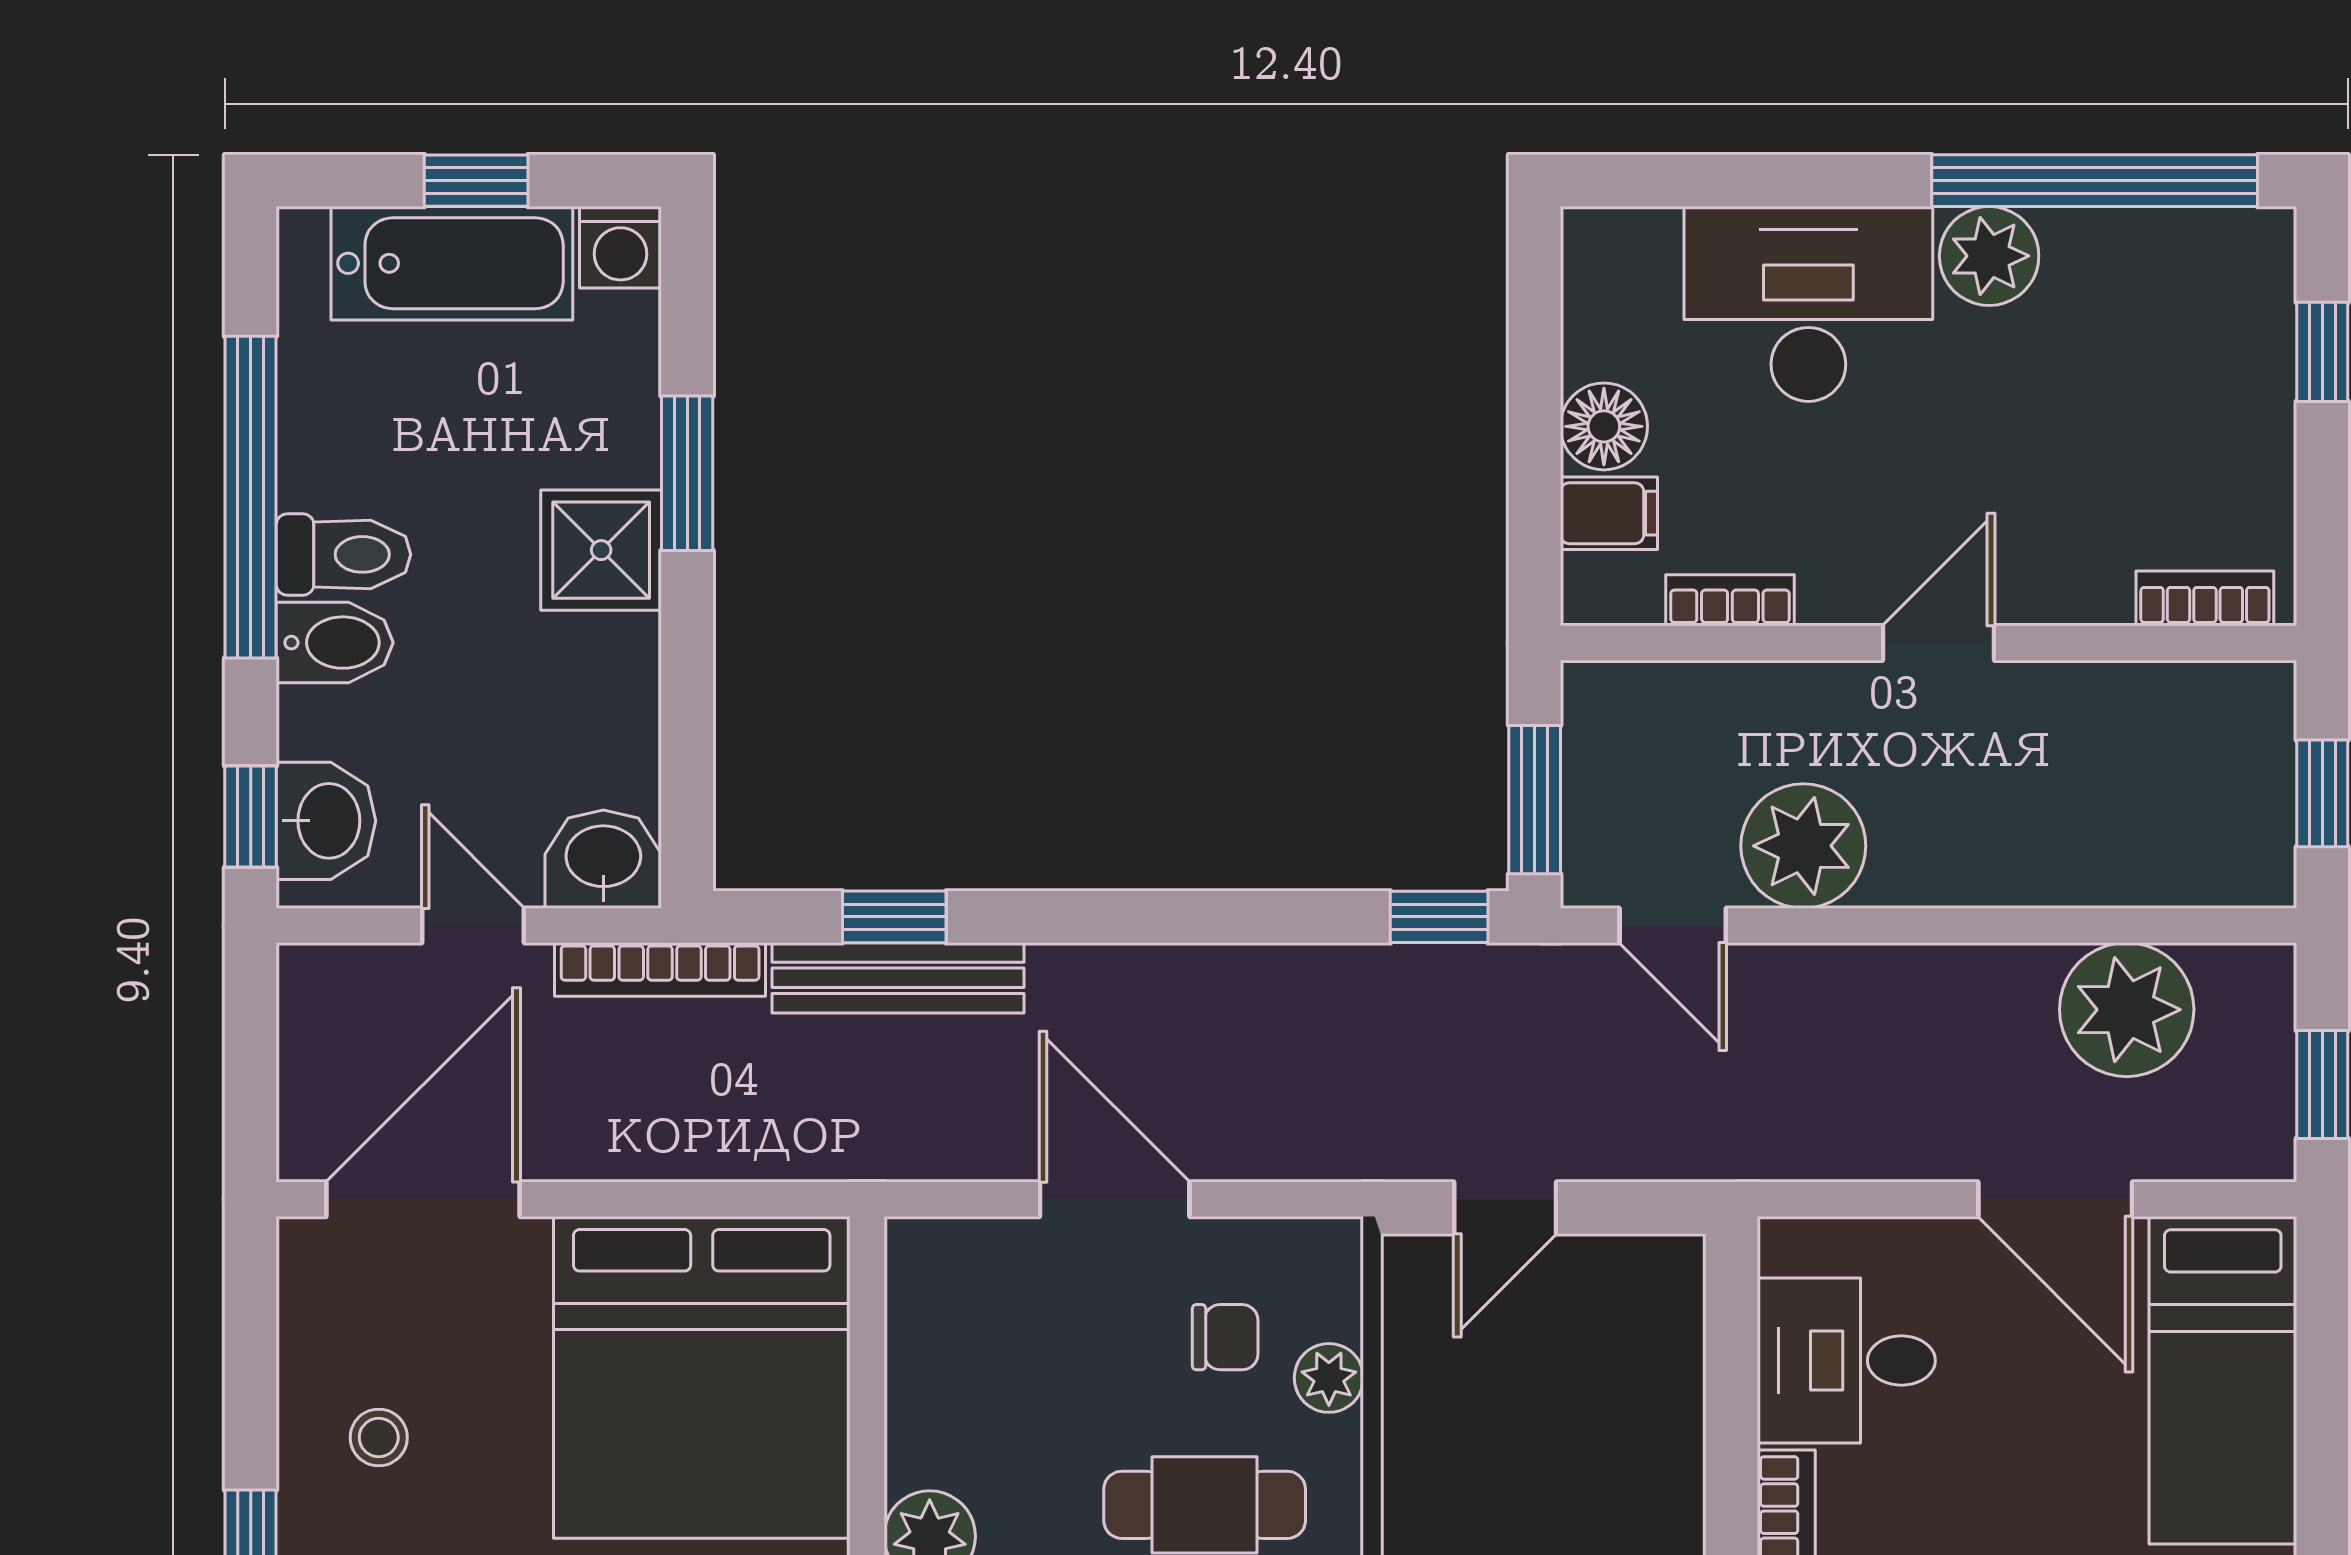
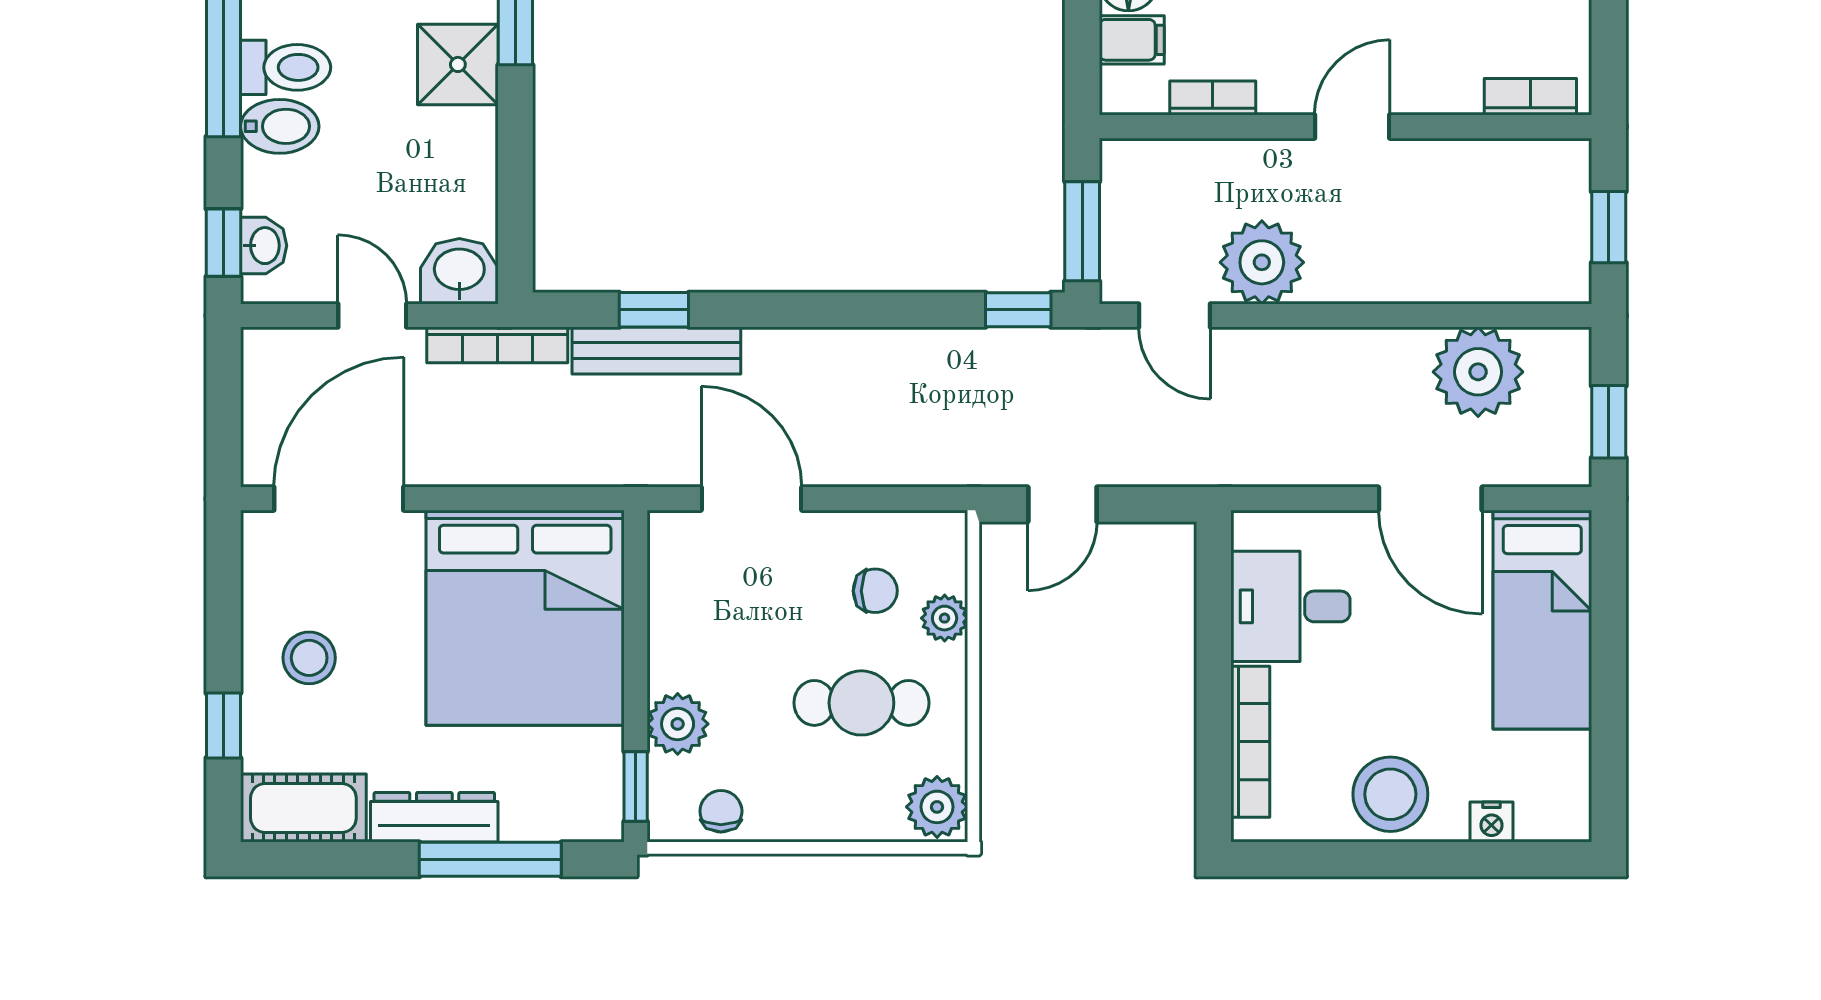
washbasin: (326, 821) -> (264, 246), width x0.72, depth x0.69
door: (1115, 1199) -> (752, 499), moved
stool: (379, 1437) -> (309, 658), width x1.37, depth x1.37

